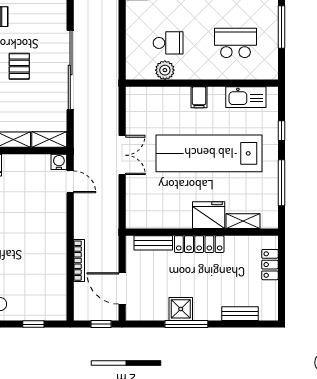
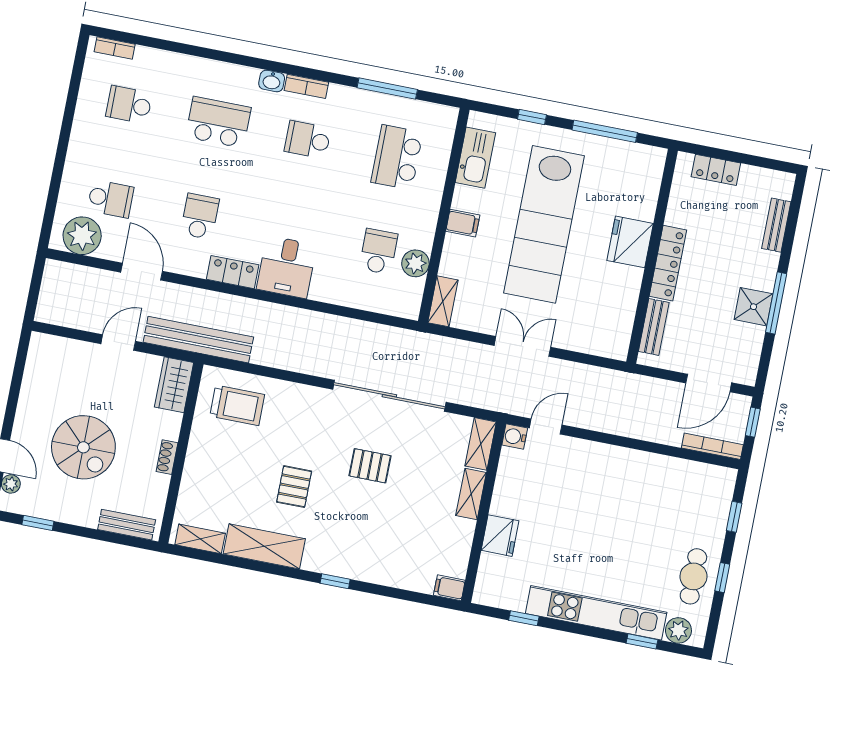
shelving: (243, 221) -> (443, 301), moved
bookcase: (79, 261) -> (712, 446), moved

